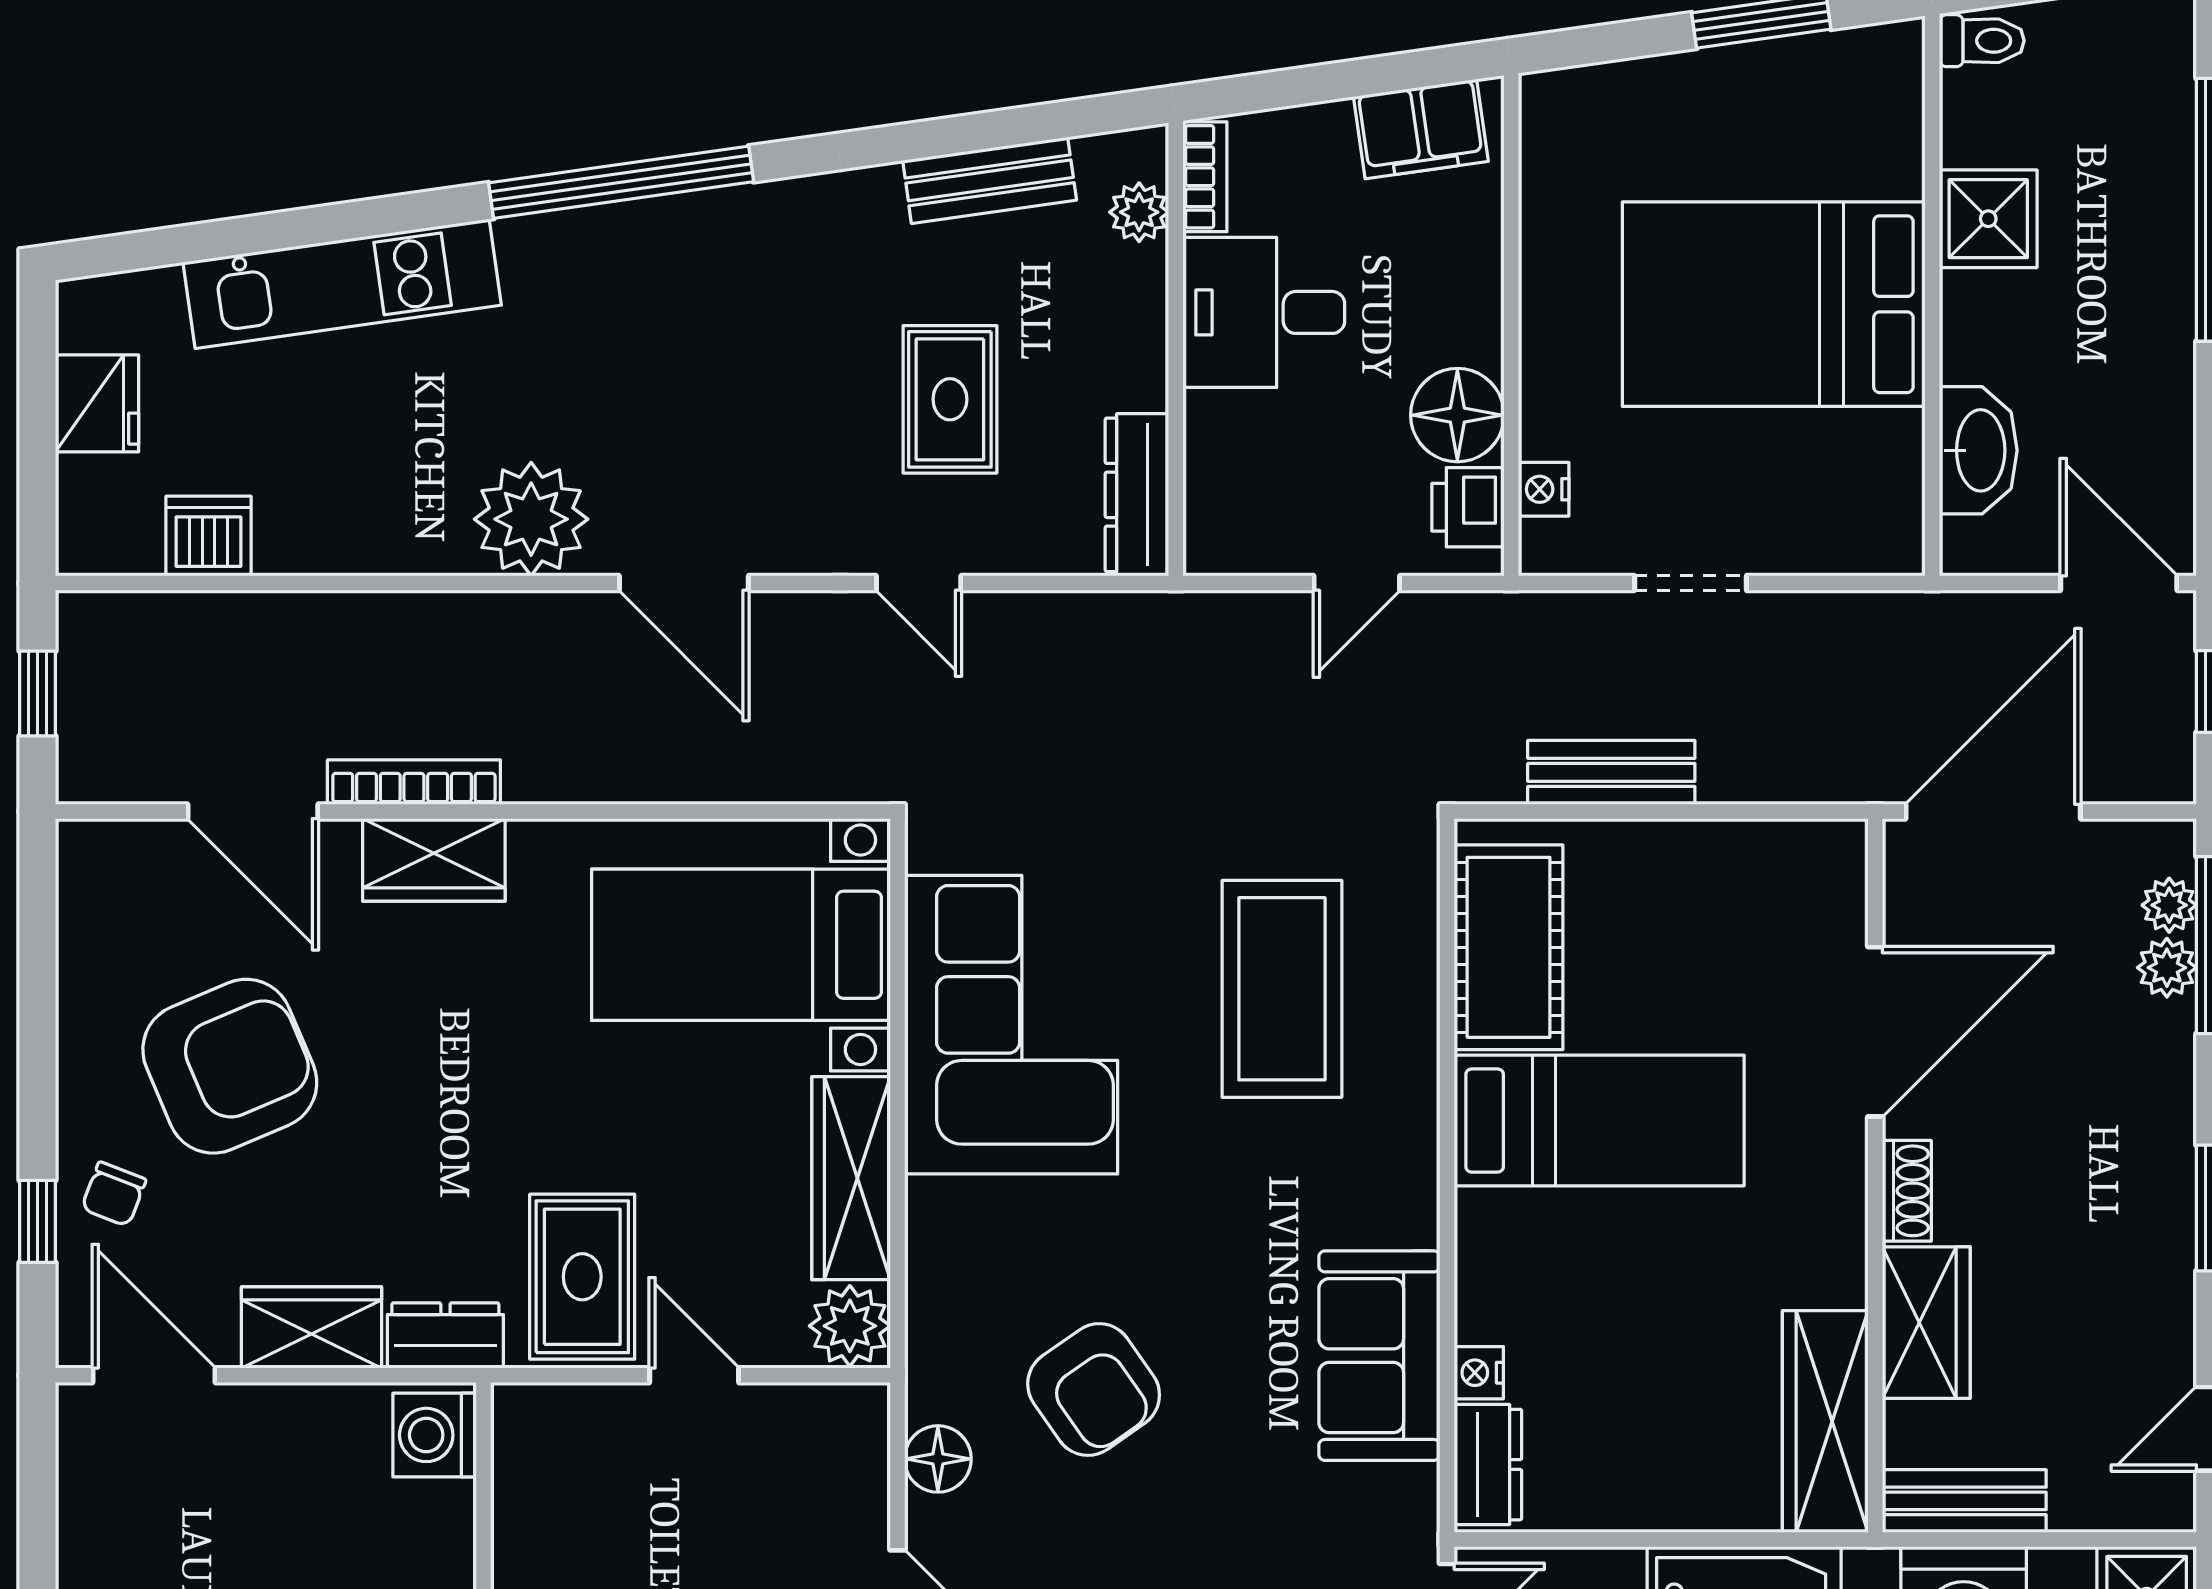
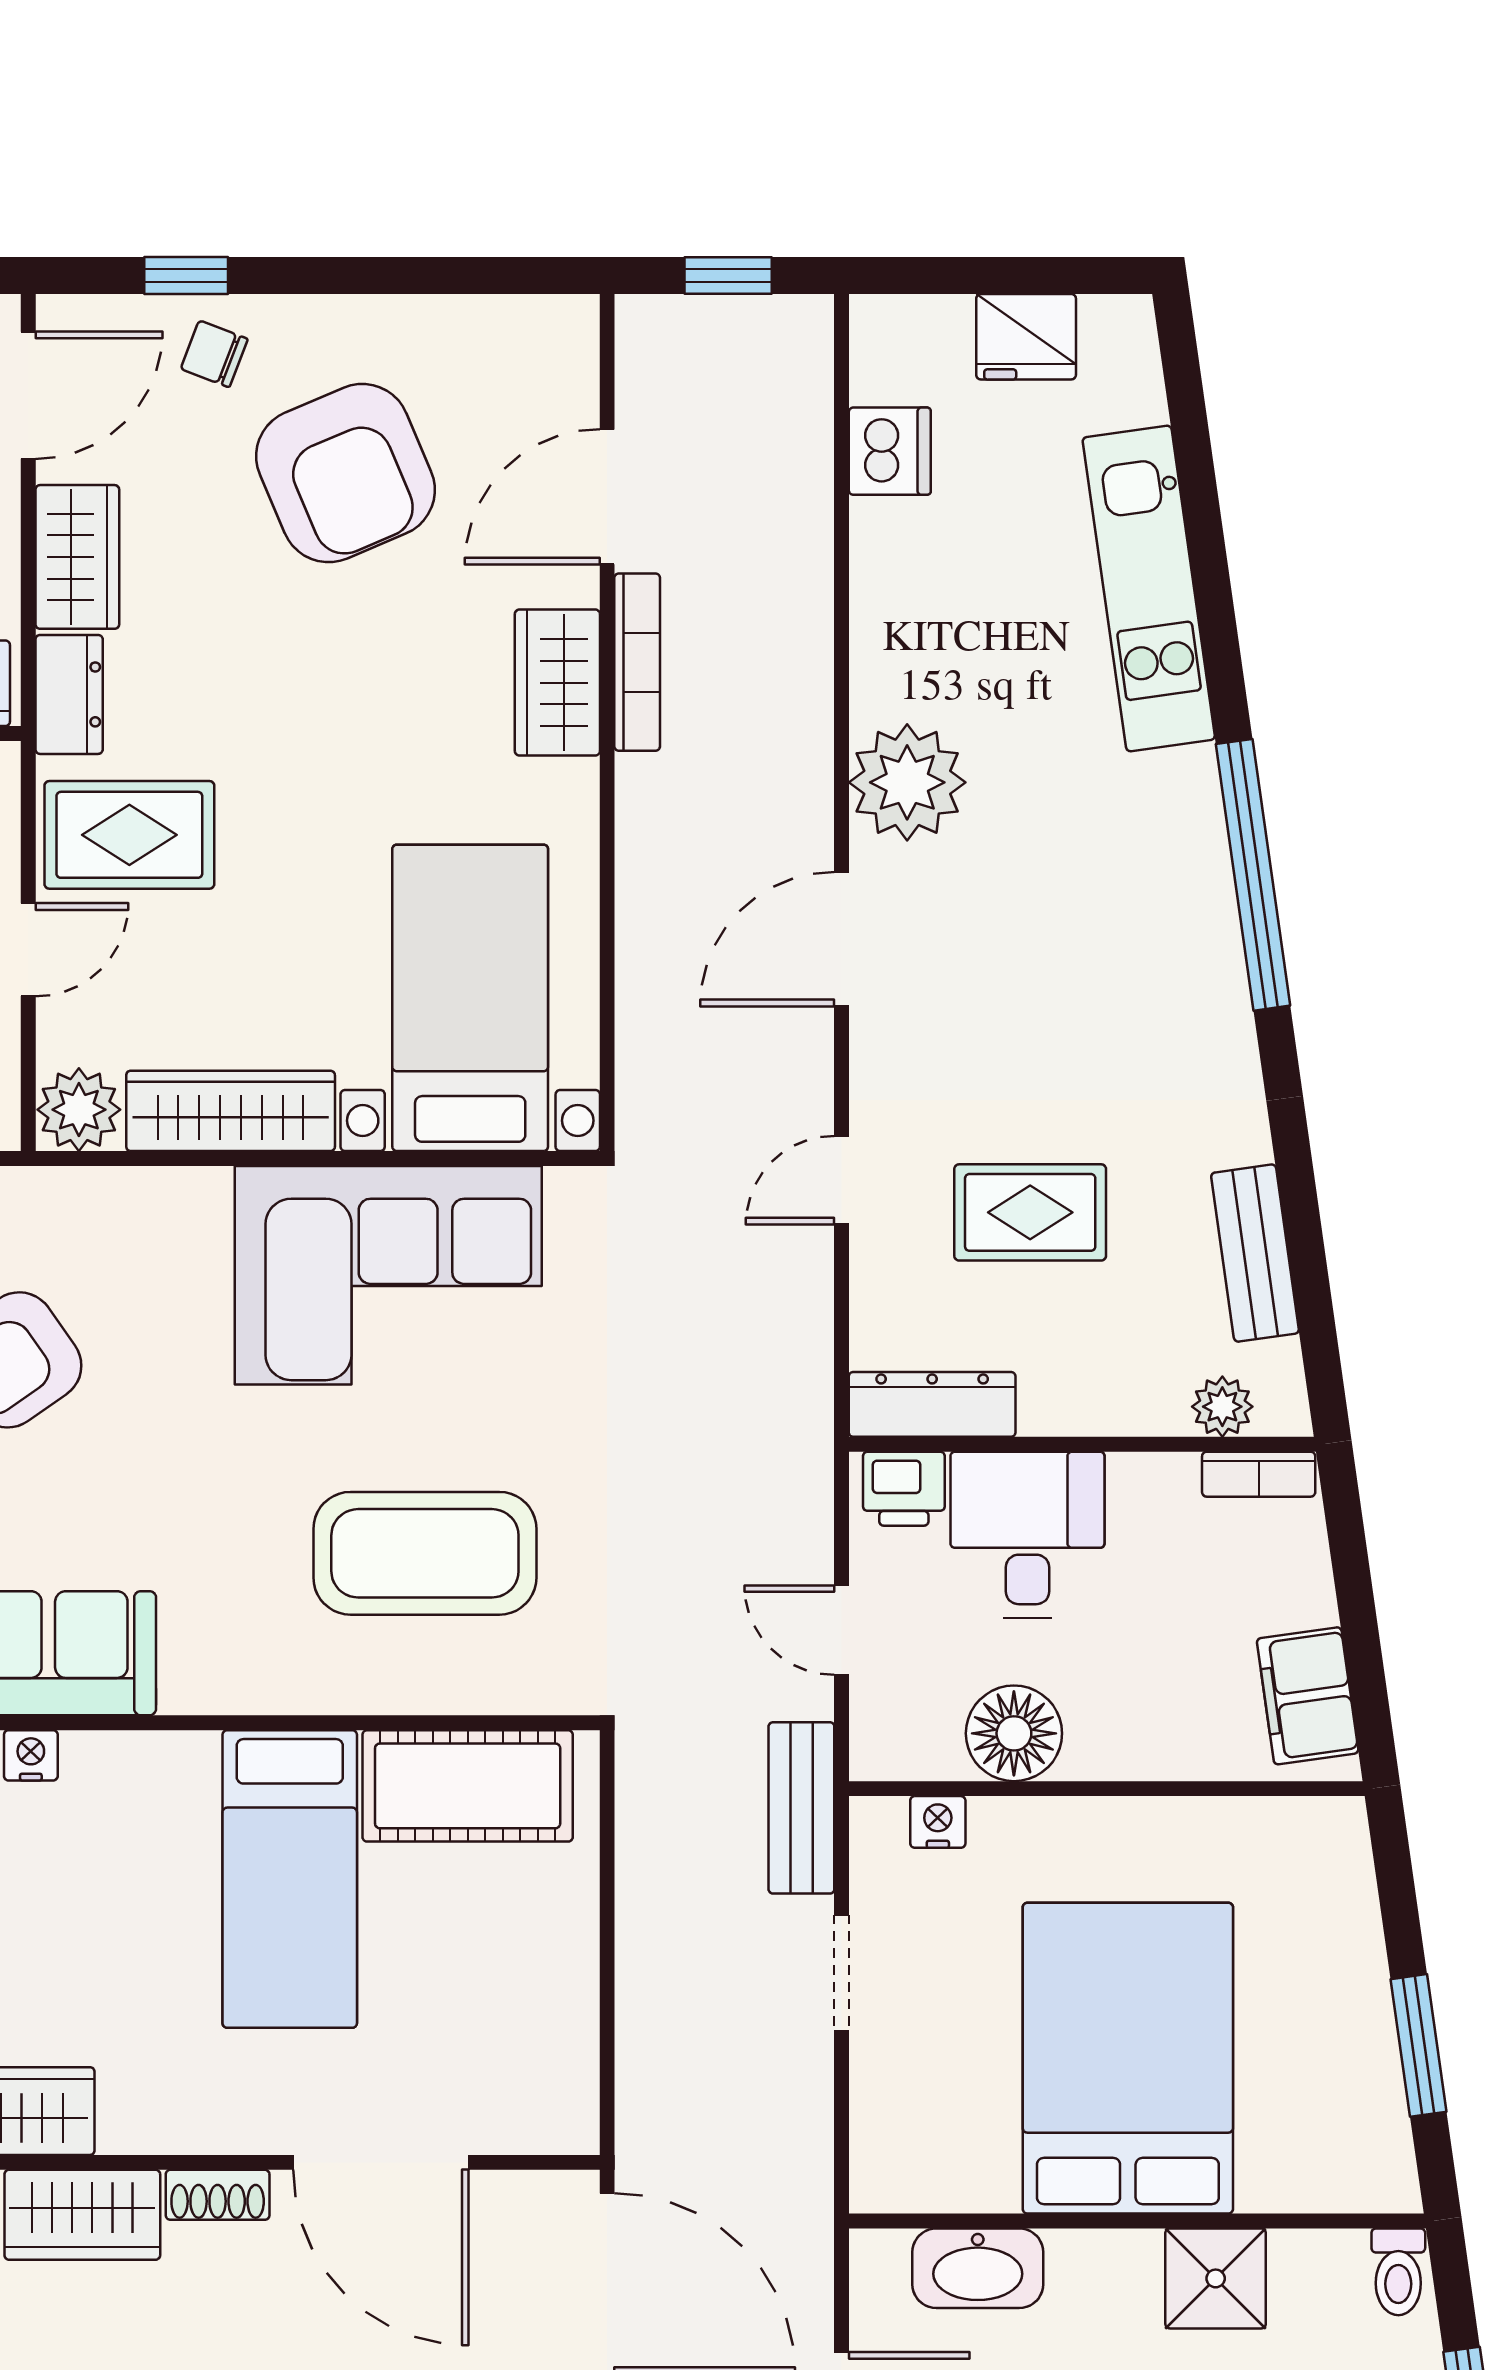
desk: (1264, 312) -> (1027, 1535), moved
printer: (1468, 507) -> (904, 1489), moved, turned 180
bench: (1611, 772) -> (801, 1808), moved

